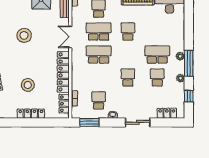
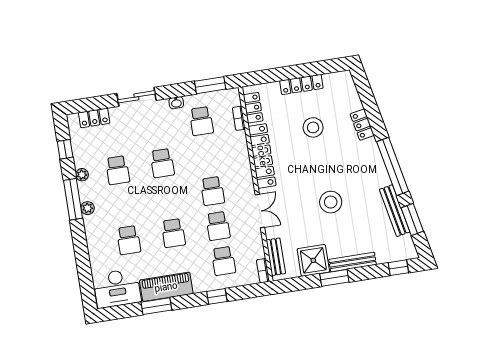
school desk: (99, 32) -> (218, 226), width x0.54
school desk: (99, 54) -> (212, 191), width x0.54
school desk: (157, 54) -> (129, 240), moved, width x0.54

